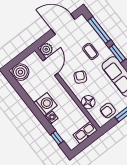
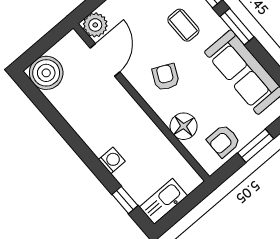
washing machine: (45, 104) -> (99, 134), removed
kitchen sink: (85, 132) -> (163, 201), moved

